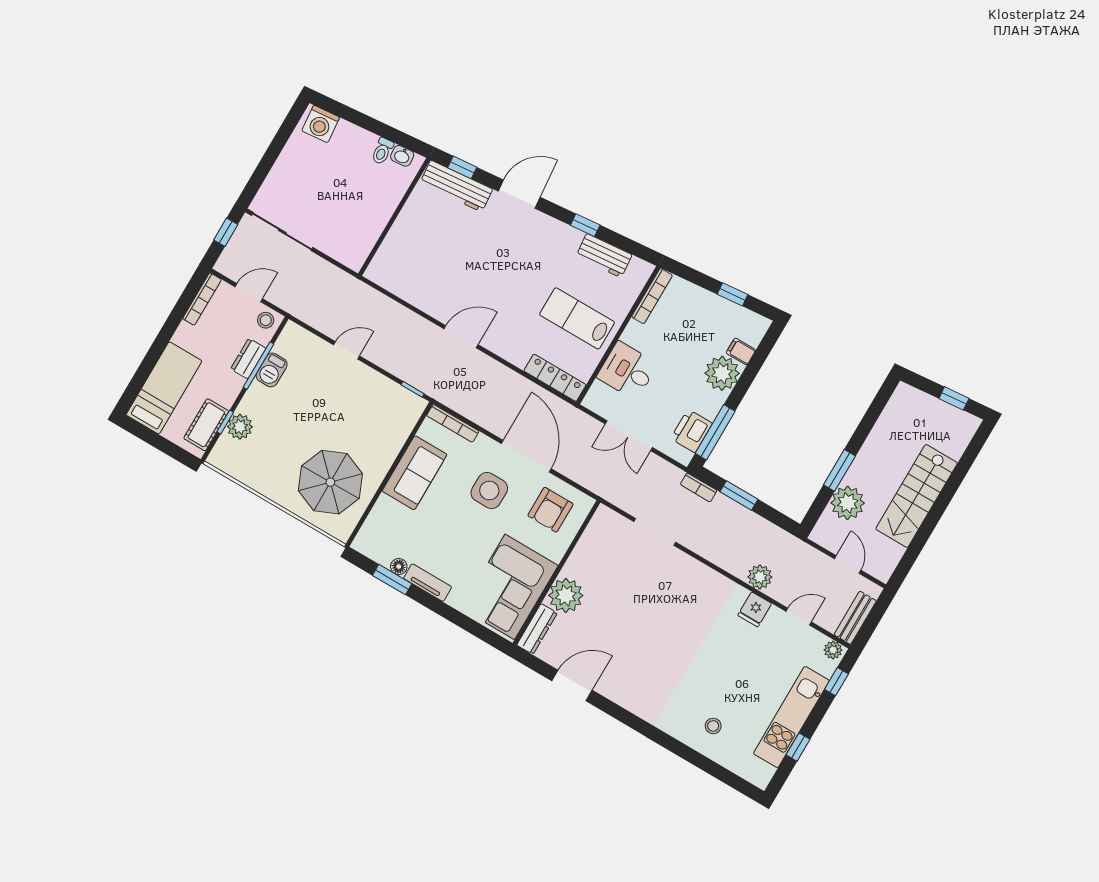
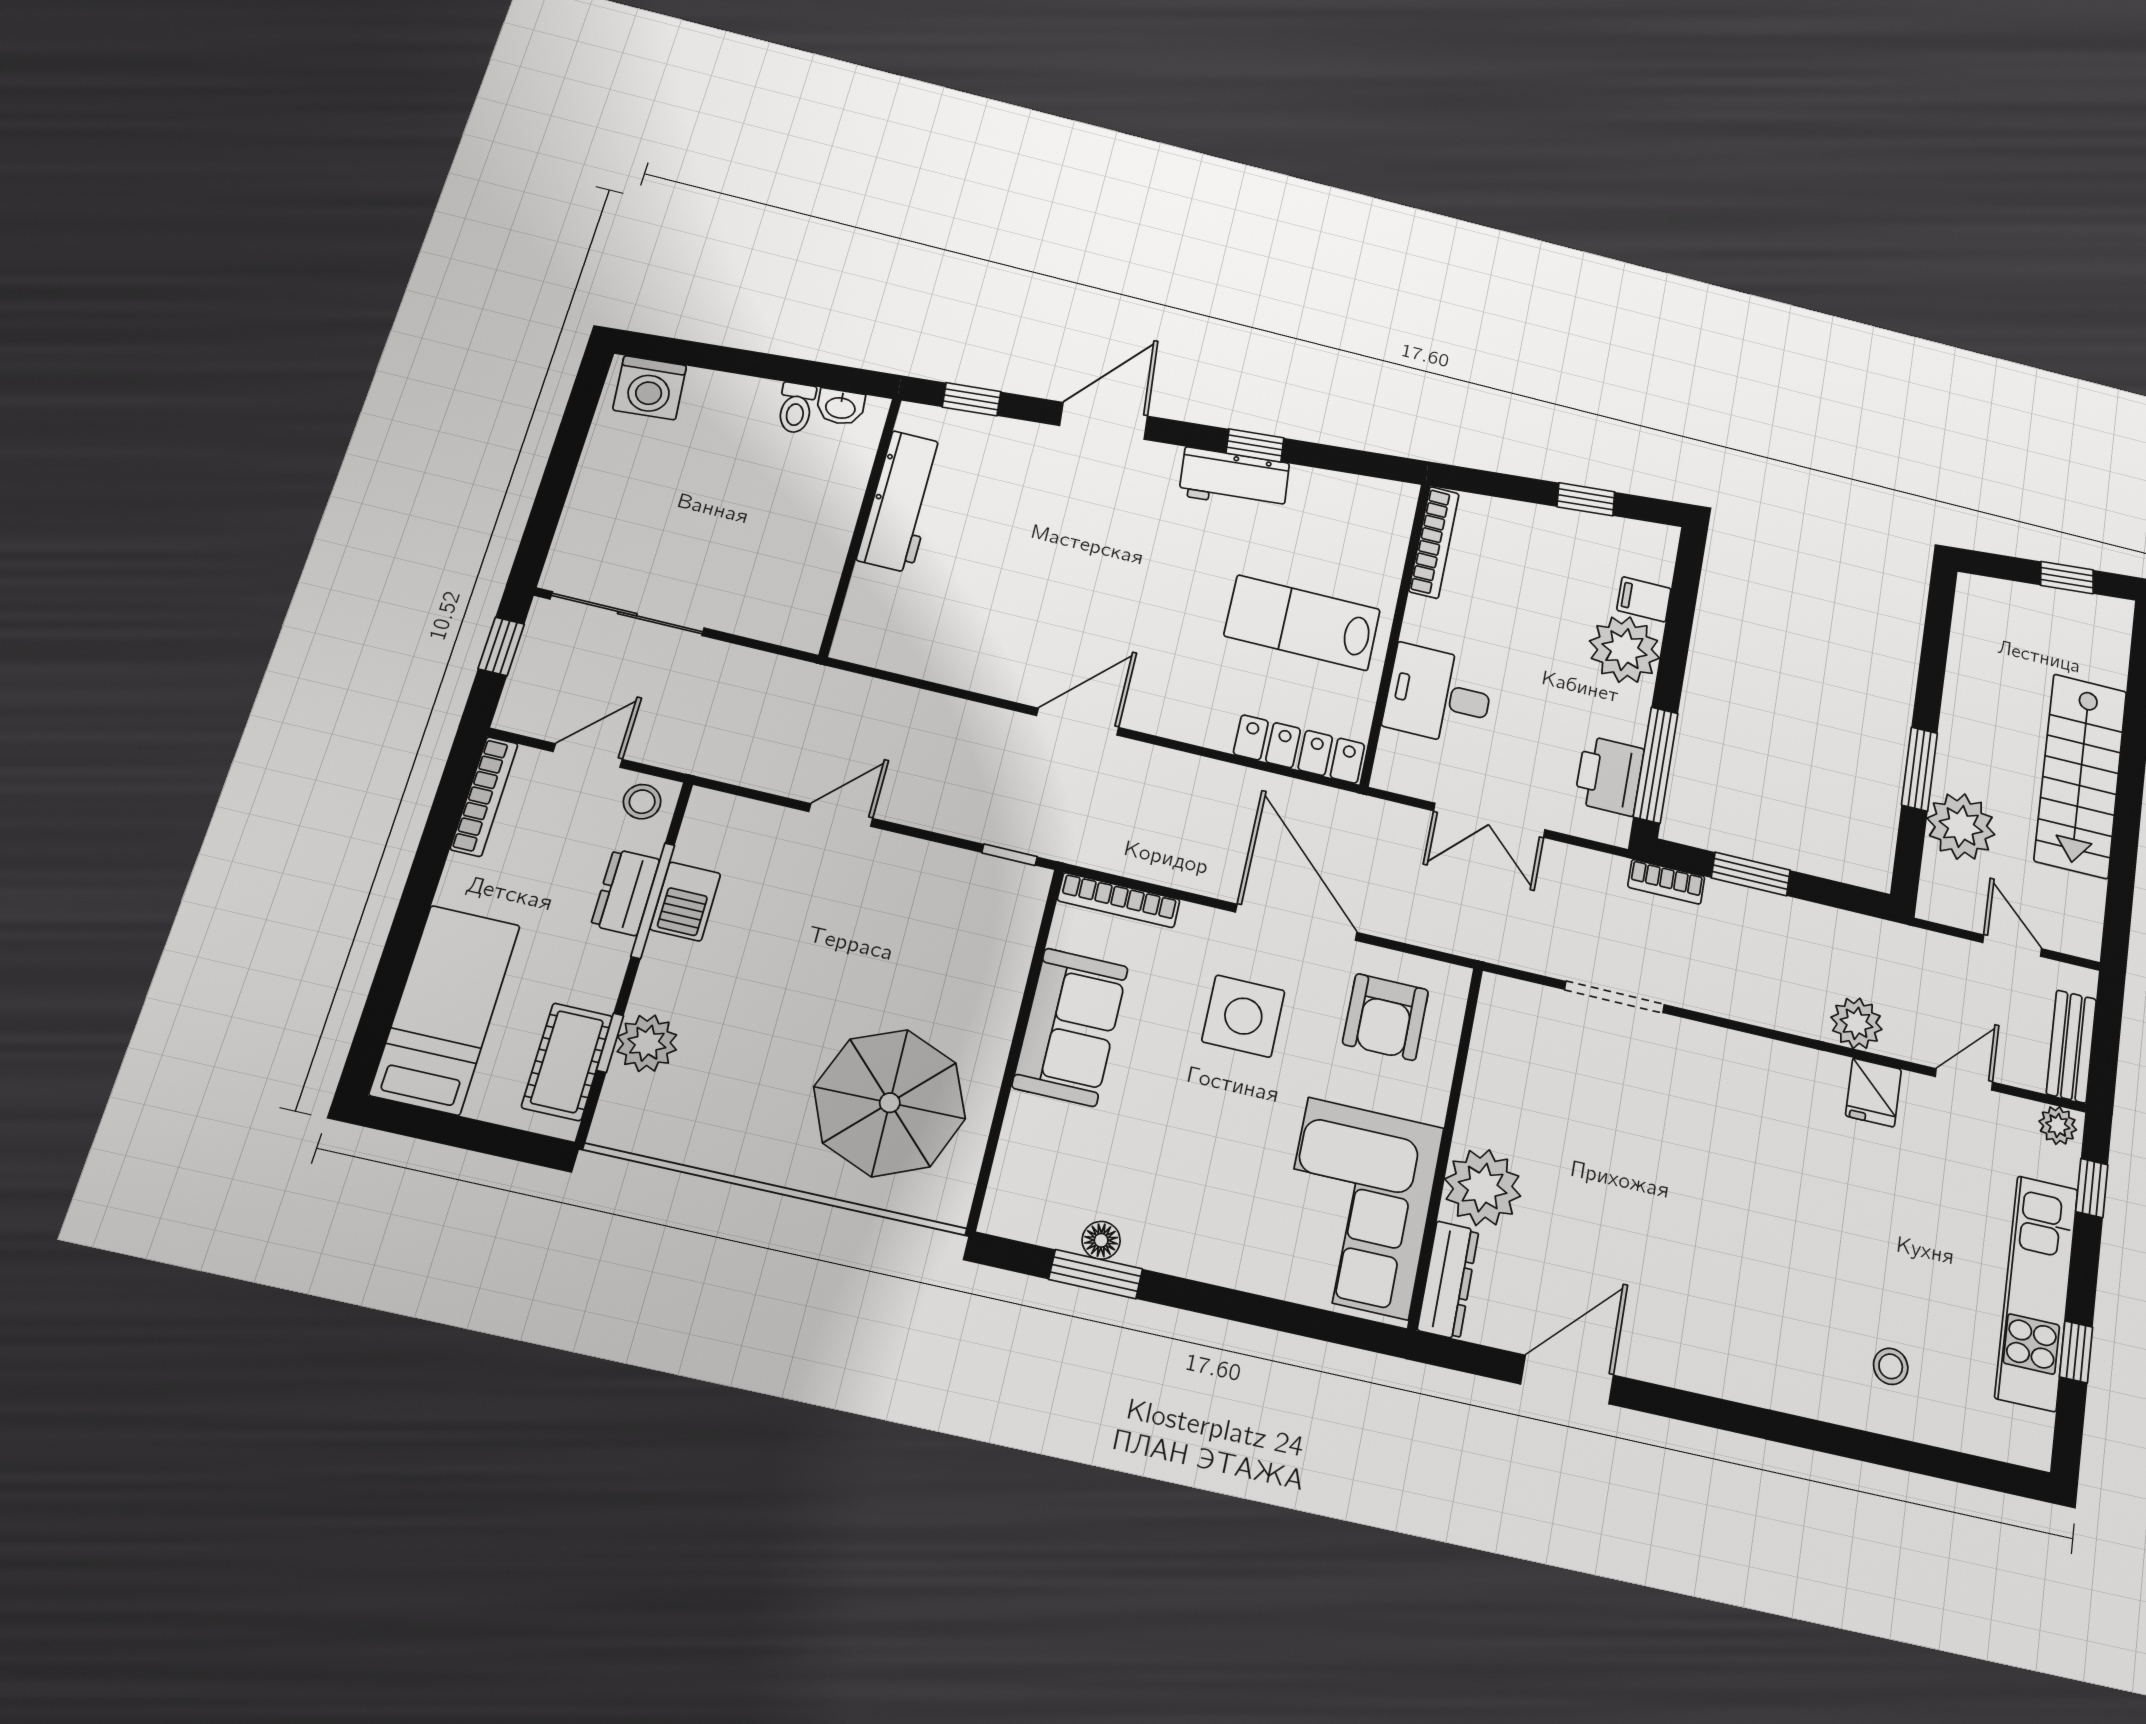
workbench: (456, 186) -> (902, 502), moved, turned -85
workbench: (604, 256) -> (1234, 479), moved
tv unit: (428, 583) -> (1177, 1255), removed

